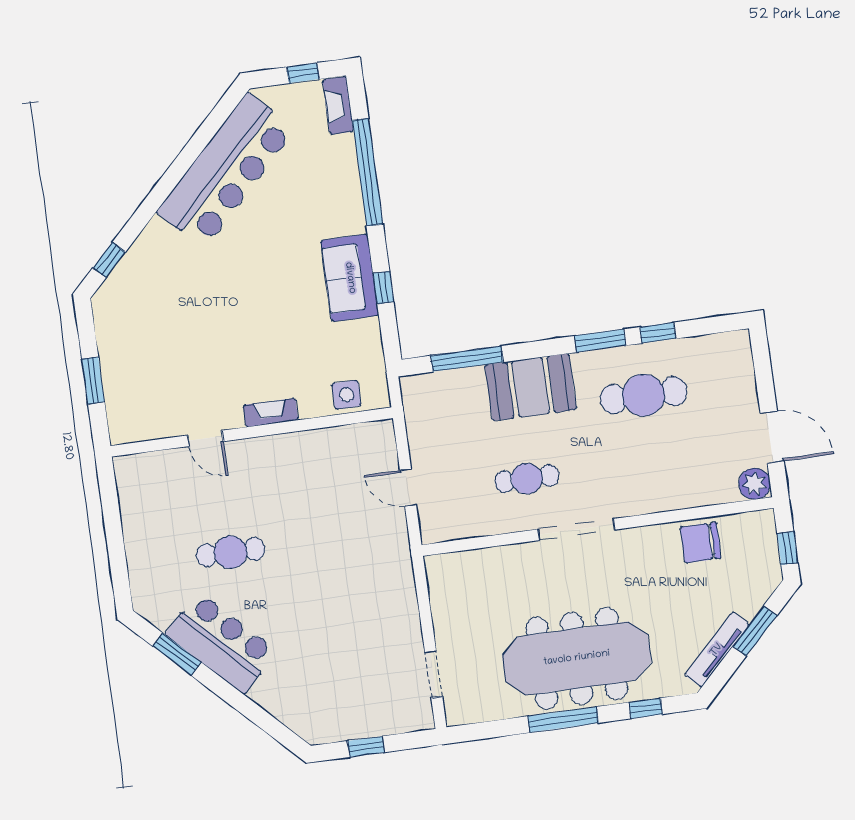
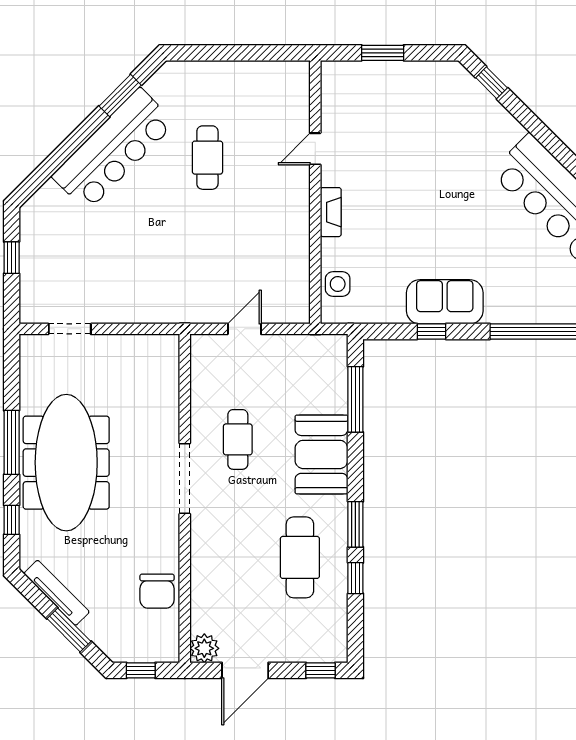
window: (761, 357) -> (321, 670), added
chair: (701, 543) -> (157, 591), turned 180
bar counter: (221, 643) -> (113, 149), width x1.36

